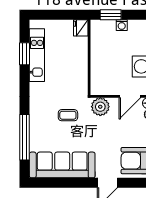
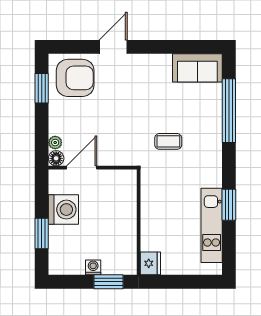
window: (25, 54) -> (229, 205), moved
plant: (100, 107) -> (123, 153), removed
sofa: (62, 165) -> (197, 68), width x0.54, depth x0.79

